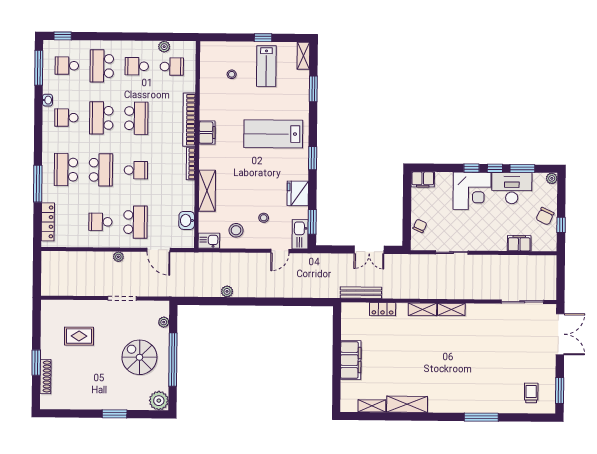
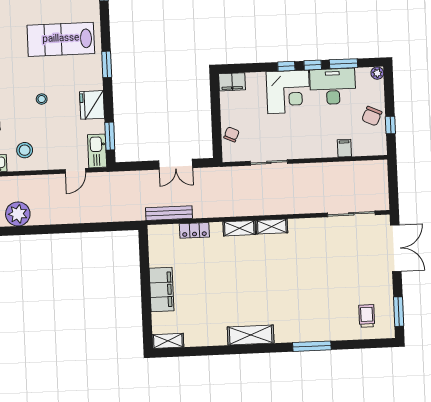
stool: (264, 218) -> (42, 99), moved
filing cabinet: (519, 243) -> (344, 148), width x0.50
plant: (227, 291) -> (18, 214), width x1.87, depth x1.87
shelving: (407, 404) -> (251, 335), moved
shelving: (372, 406) -> (168, 341), moved

